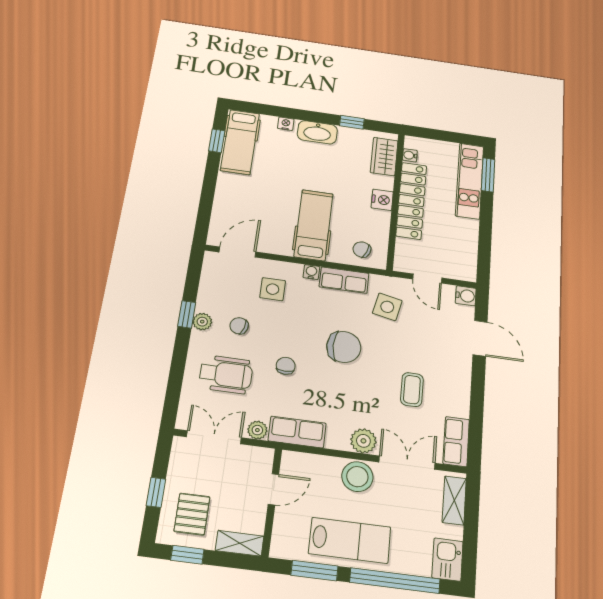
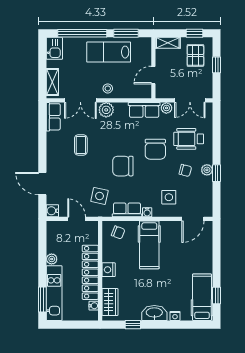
plant: (471, 227) -> (52, 259), added
chair: (286, 366) -> (155, 149), width x1.87, depth x1.87
stool: (357, 477) -> (108, 88), width x0.53, depth x0.53

